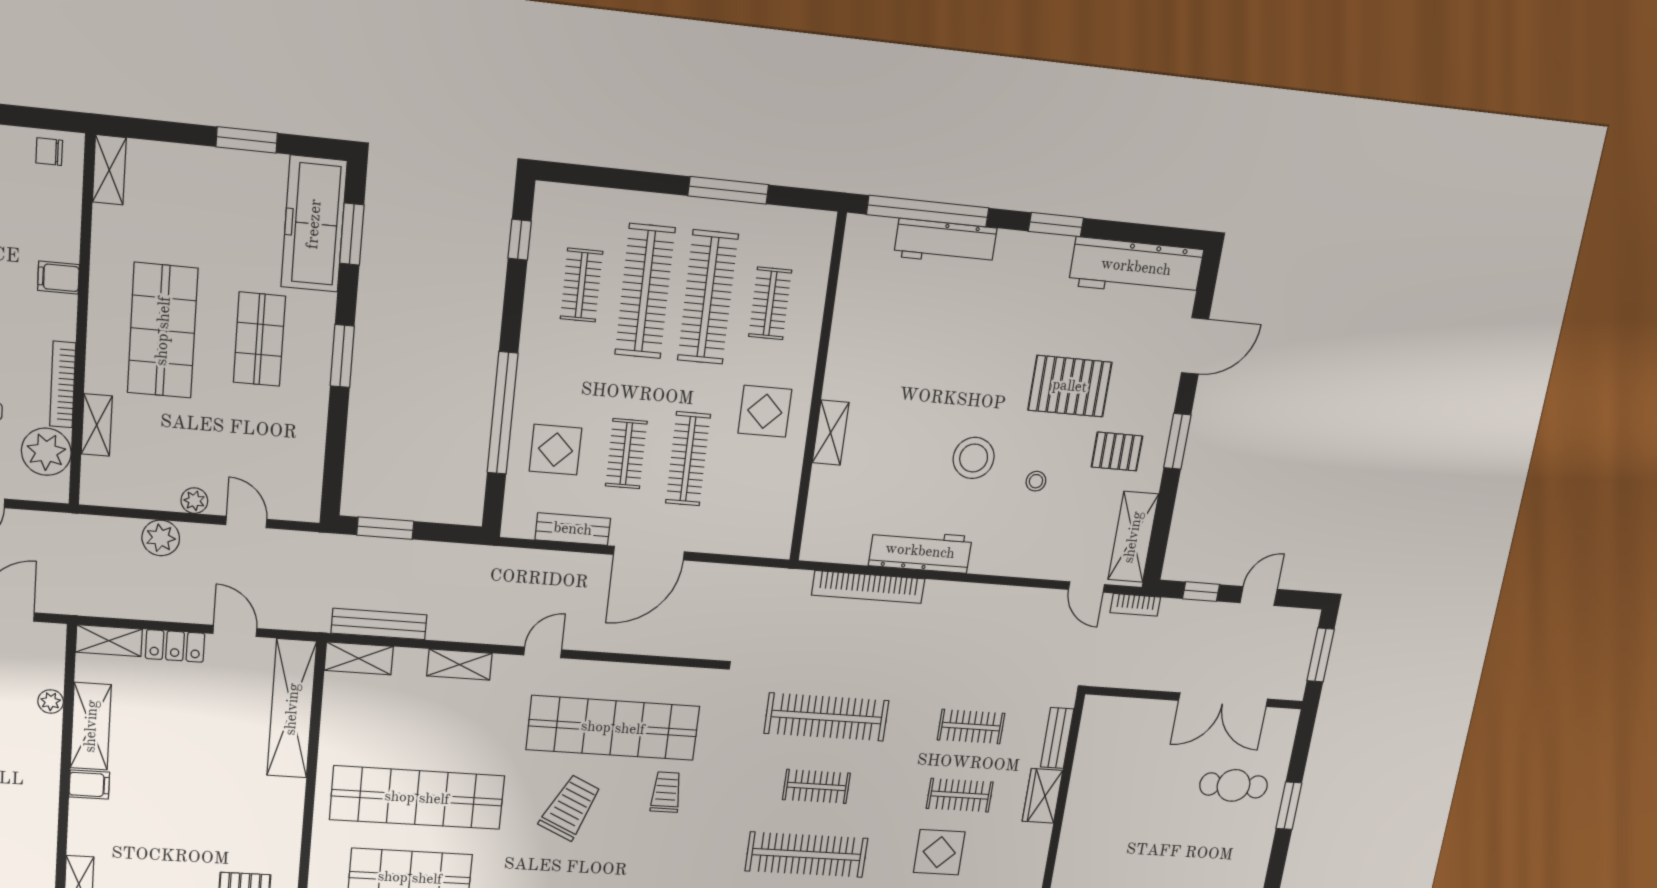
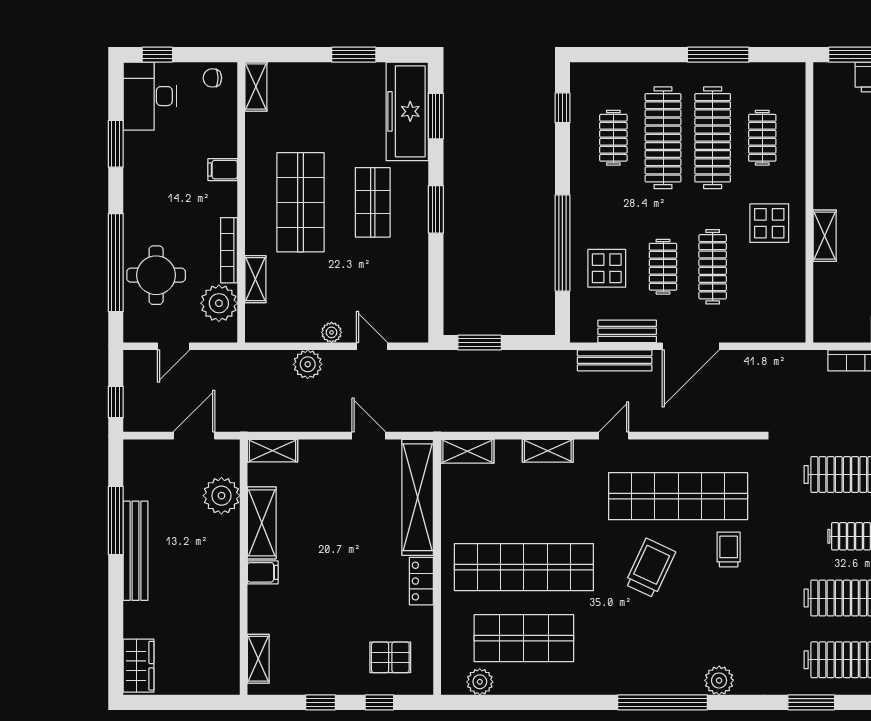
bench: (379, 624) -> (615, 360), moved
locker: (175, 646) -> (421, 581), moved, turned 90
plant: (51, 701) -> (221, 496), width x1.87, depth x1.87

